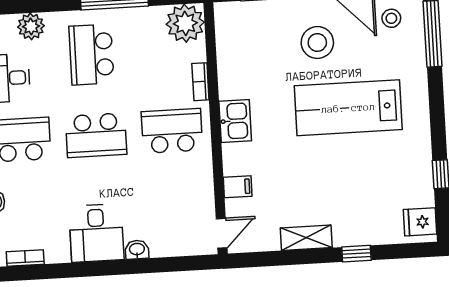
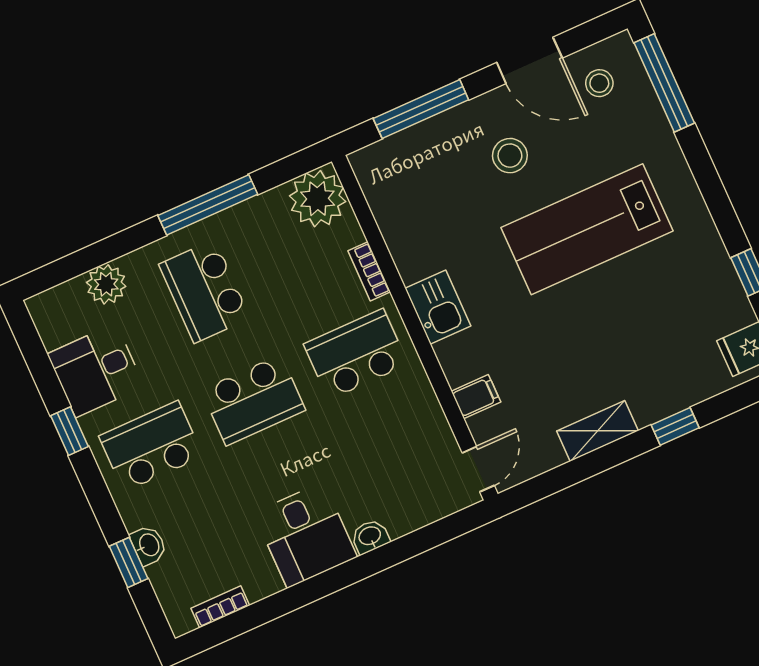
stool: (317, 42) -> (510, 156), width x0.73, depth x0.73

